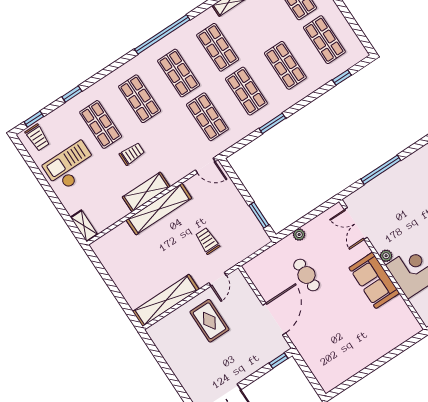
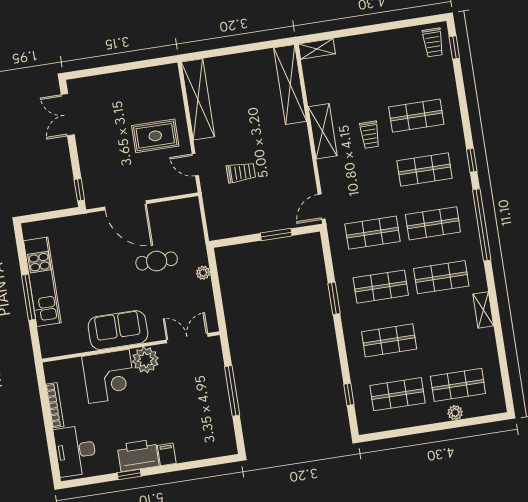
window: (72, 94) -> (472, 160), moved
trolley: (37, 137) -> (433, 42), turned -90
checkout: (71, 166) -> (387, 64), removed
shelving: (159, 209) -> (290, 85), moved
window: (259, 215) -> (276, 234), moved
plant: (386, 256) -> (145, 360), width x1.87, depth x1.87
kitchen unit: (364, 357) -> (42, 282), added
window: (381, 362) -> (29, 297), added

